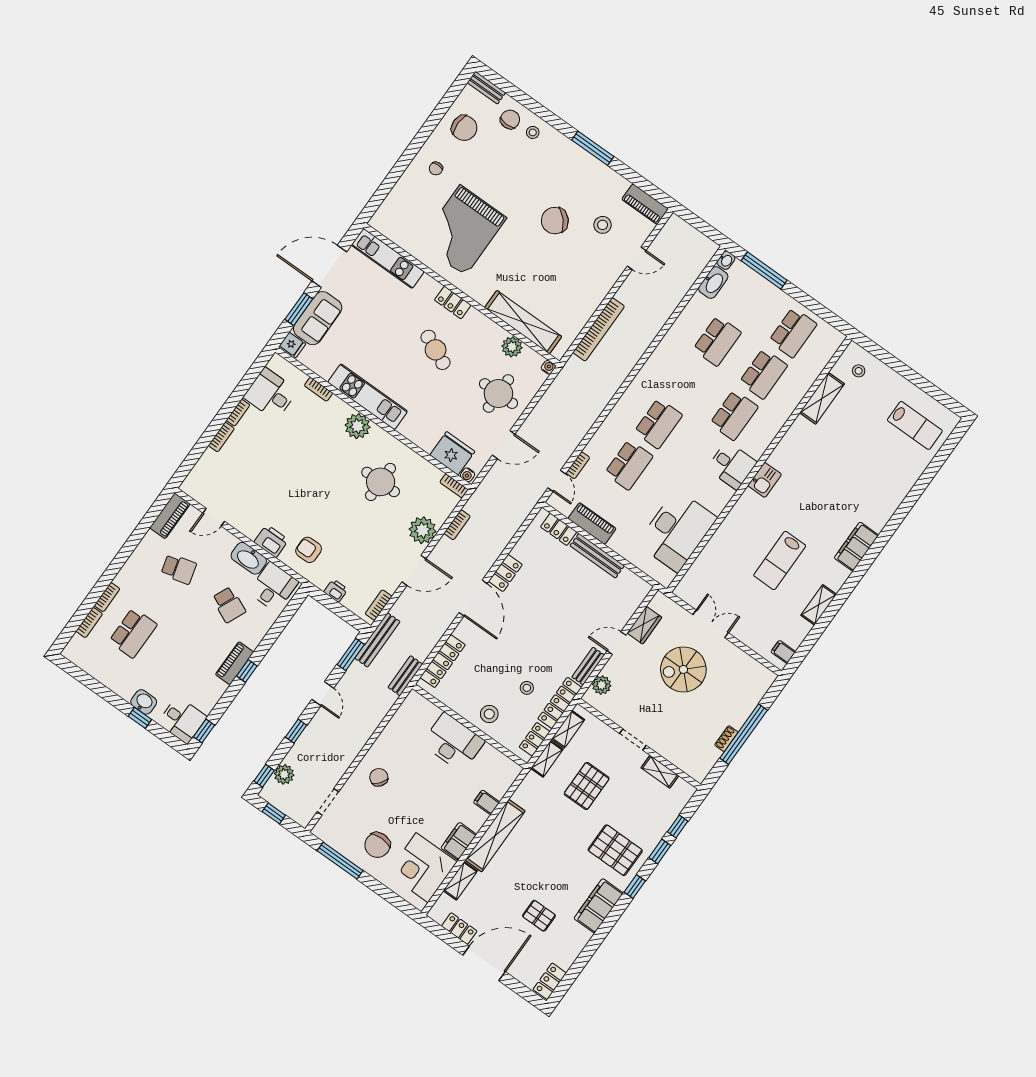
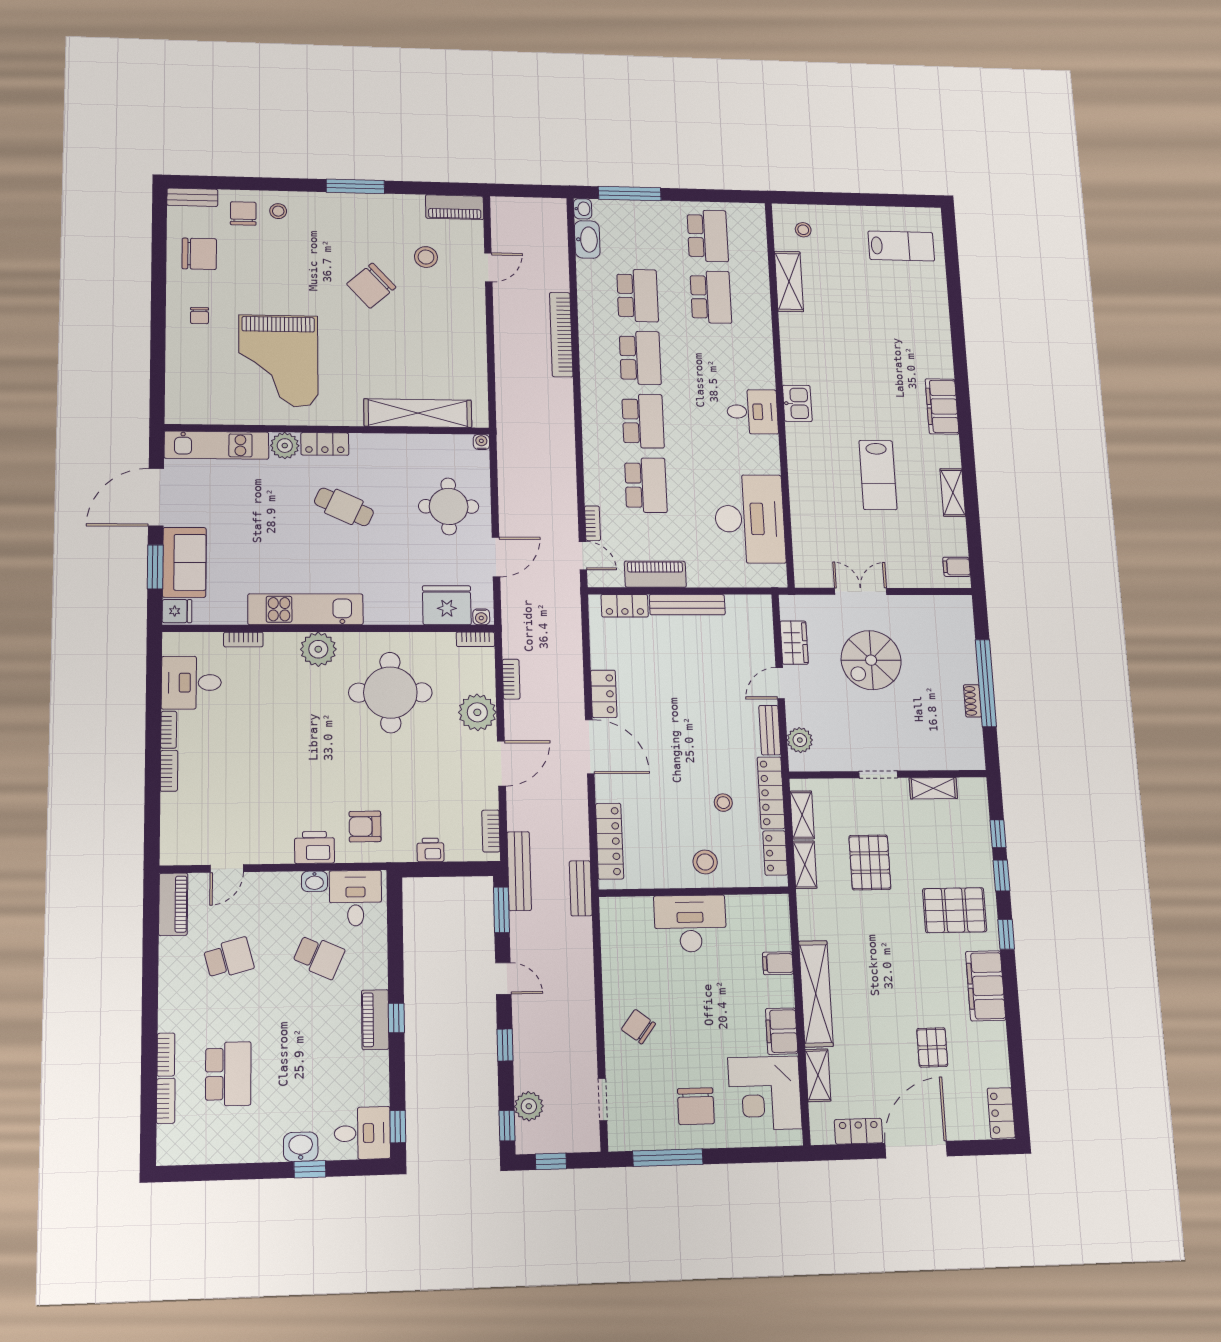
bookcase: (599, 329) -> (561, 335), moved, turned 180
plant: (512, 347) -> (285, 446), moved
school desk: (734, 415) -> (640, 358), moved
round table: (381, 482) -> (390, 693), width x1.36, depth x1.36
washbasin: (249, 558) -> (314, 881), width x0.52, depth x0.69
pallet: (539, 916) -> (932, 1047), turned 90

